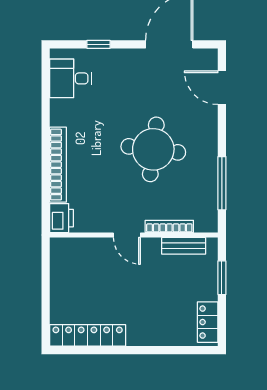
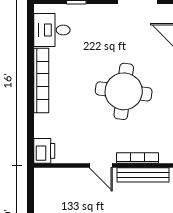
bookcase: (58, 165) -> (41, 80), moved
bench: (184, 246) -> (143, 175), width x1.36

